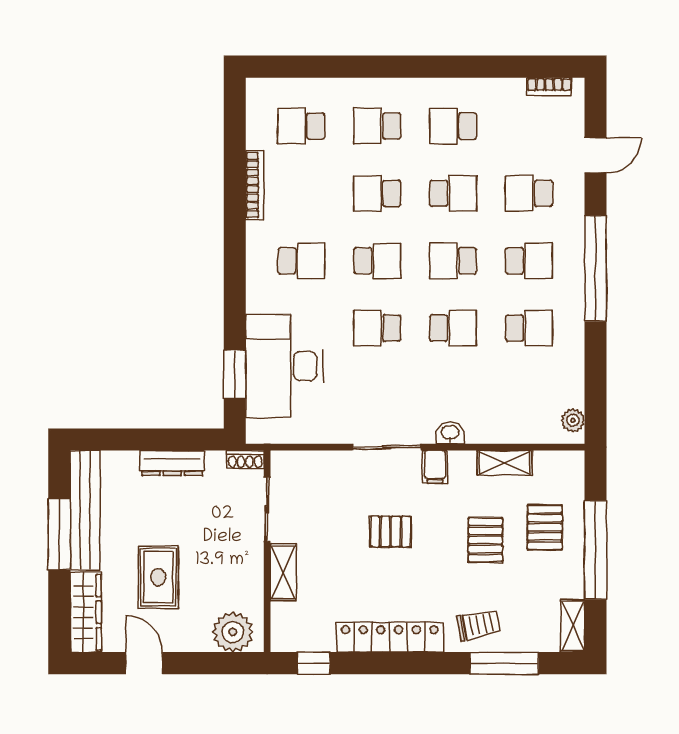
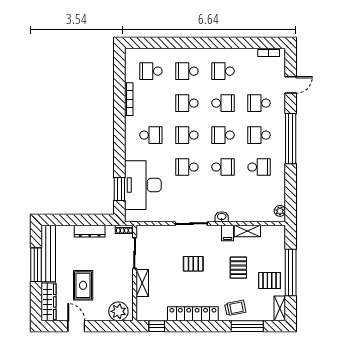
school desk: (377, 261) -> (187, 135), turned 180
school desk: (529, 261) -> (259, 135), turned 180
filing cabinet: (435, 467) -> (228, 233), moved
pallet: (545, 527) -> (270, 281), moved, turned 90

